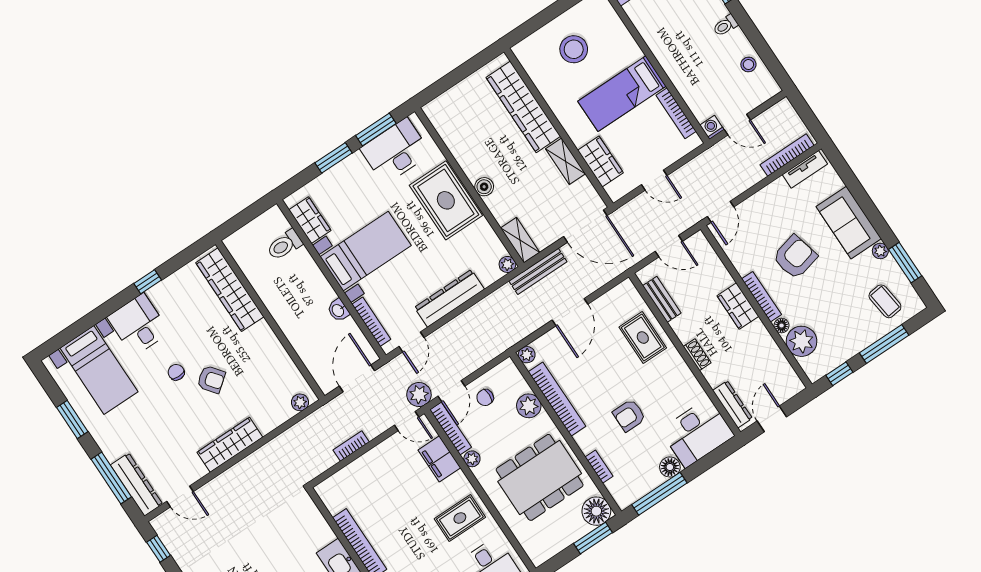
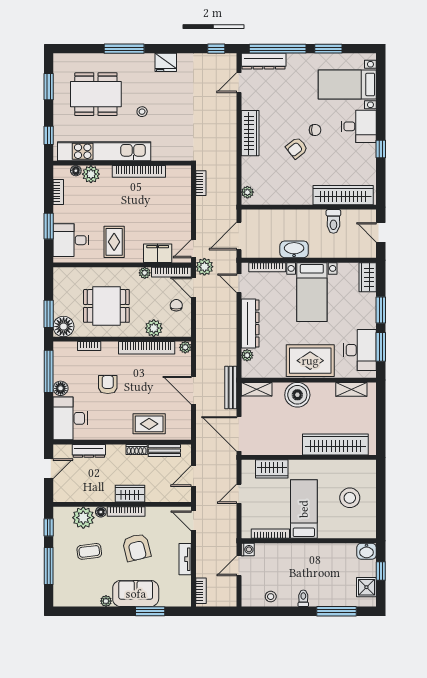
bookcase: (787, 155) -> (201, 591), width x0.64
shelving: (566, 161) -> (351, 389), moved
tv unit: (805, 169) -> (185, 559), moved
boiler: (484, 187) -> (297, 395), width x1.86, depth x1.86
door: (244, 218) -> (381, 232), added
wardrobe: (310, 220) -> (368, 277), moved, turned 90
door: (585, 226) -> (239, 434), hinge flipped
toilet: (285, 245) -> (333, 221), moved, turned 180
window: (905, 263) -> (150, 611), moved
plant: (507, 264) -> (247, 355), moved
coffee table: (885, 301) -> (89, 551), moved
washbasin: (338, 310) -> (294, 249), width x1.91, depth x1.45
shoe rack: (697, 355) -> (137, 450), moved
door: (357, 378) -> (239, 236), swing flipped
dresser: (732, 404) -> (89, 451), moved
door: (772, 419) -> (49, 469), hinge flipped
bookcase: (351, 446) -> (201, 183), moved
dining table: (540, 477) -> (106, 306), width x0.73
window: (111, 478) -> (278, 49), width x1.46

